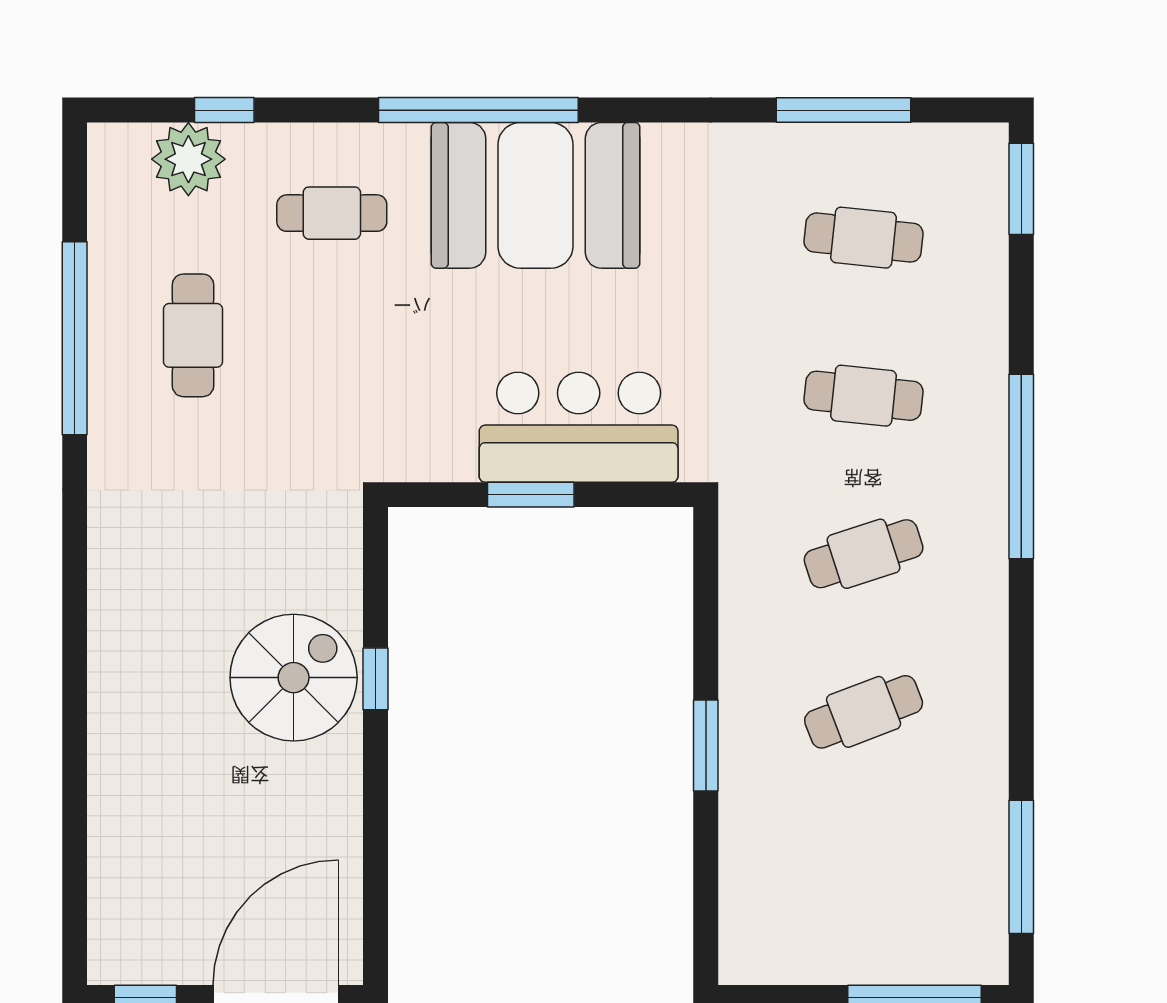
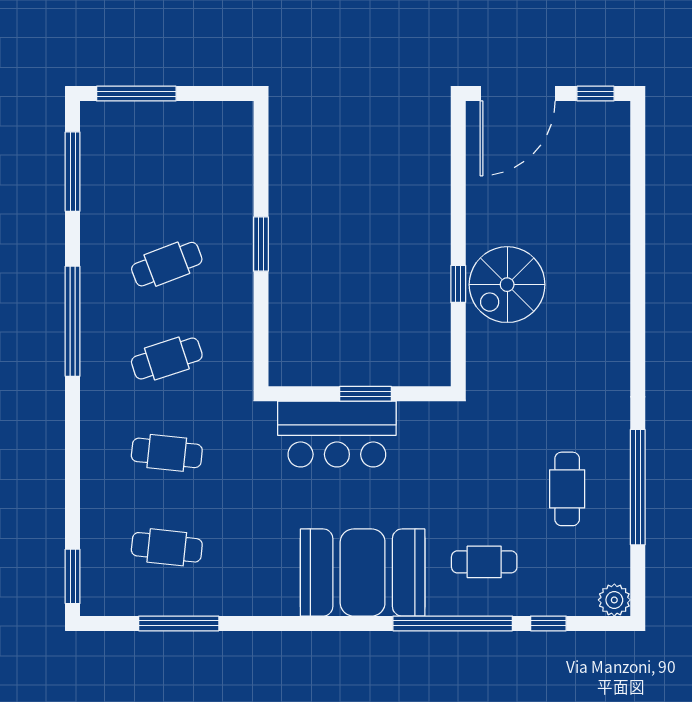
window: (478, 110) -> (453, 623), moved
plant: (188, 159) -> (614, 600), moved, width x0.73, depth x0.73
window: (1021, 466) -> (73, 321), moved

